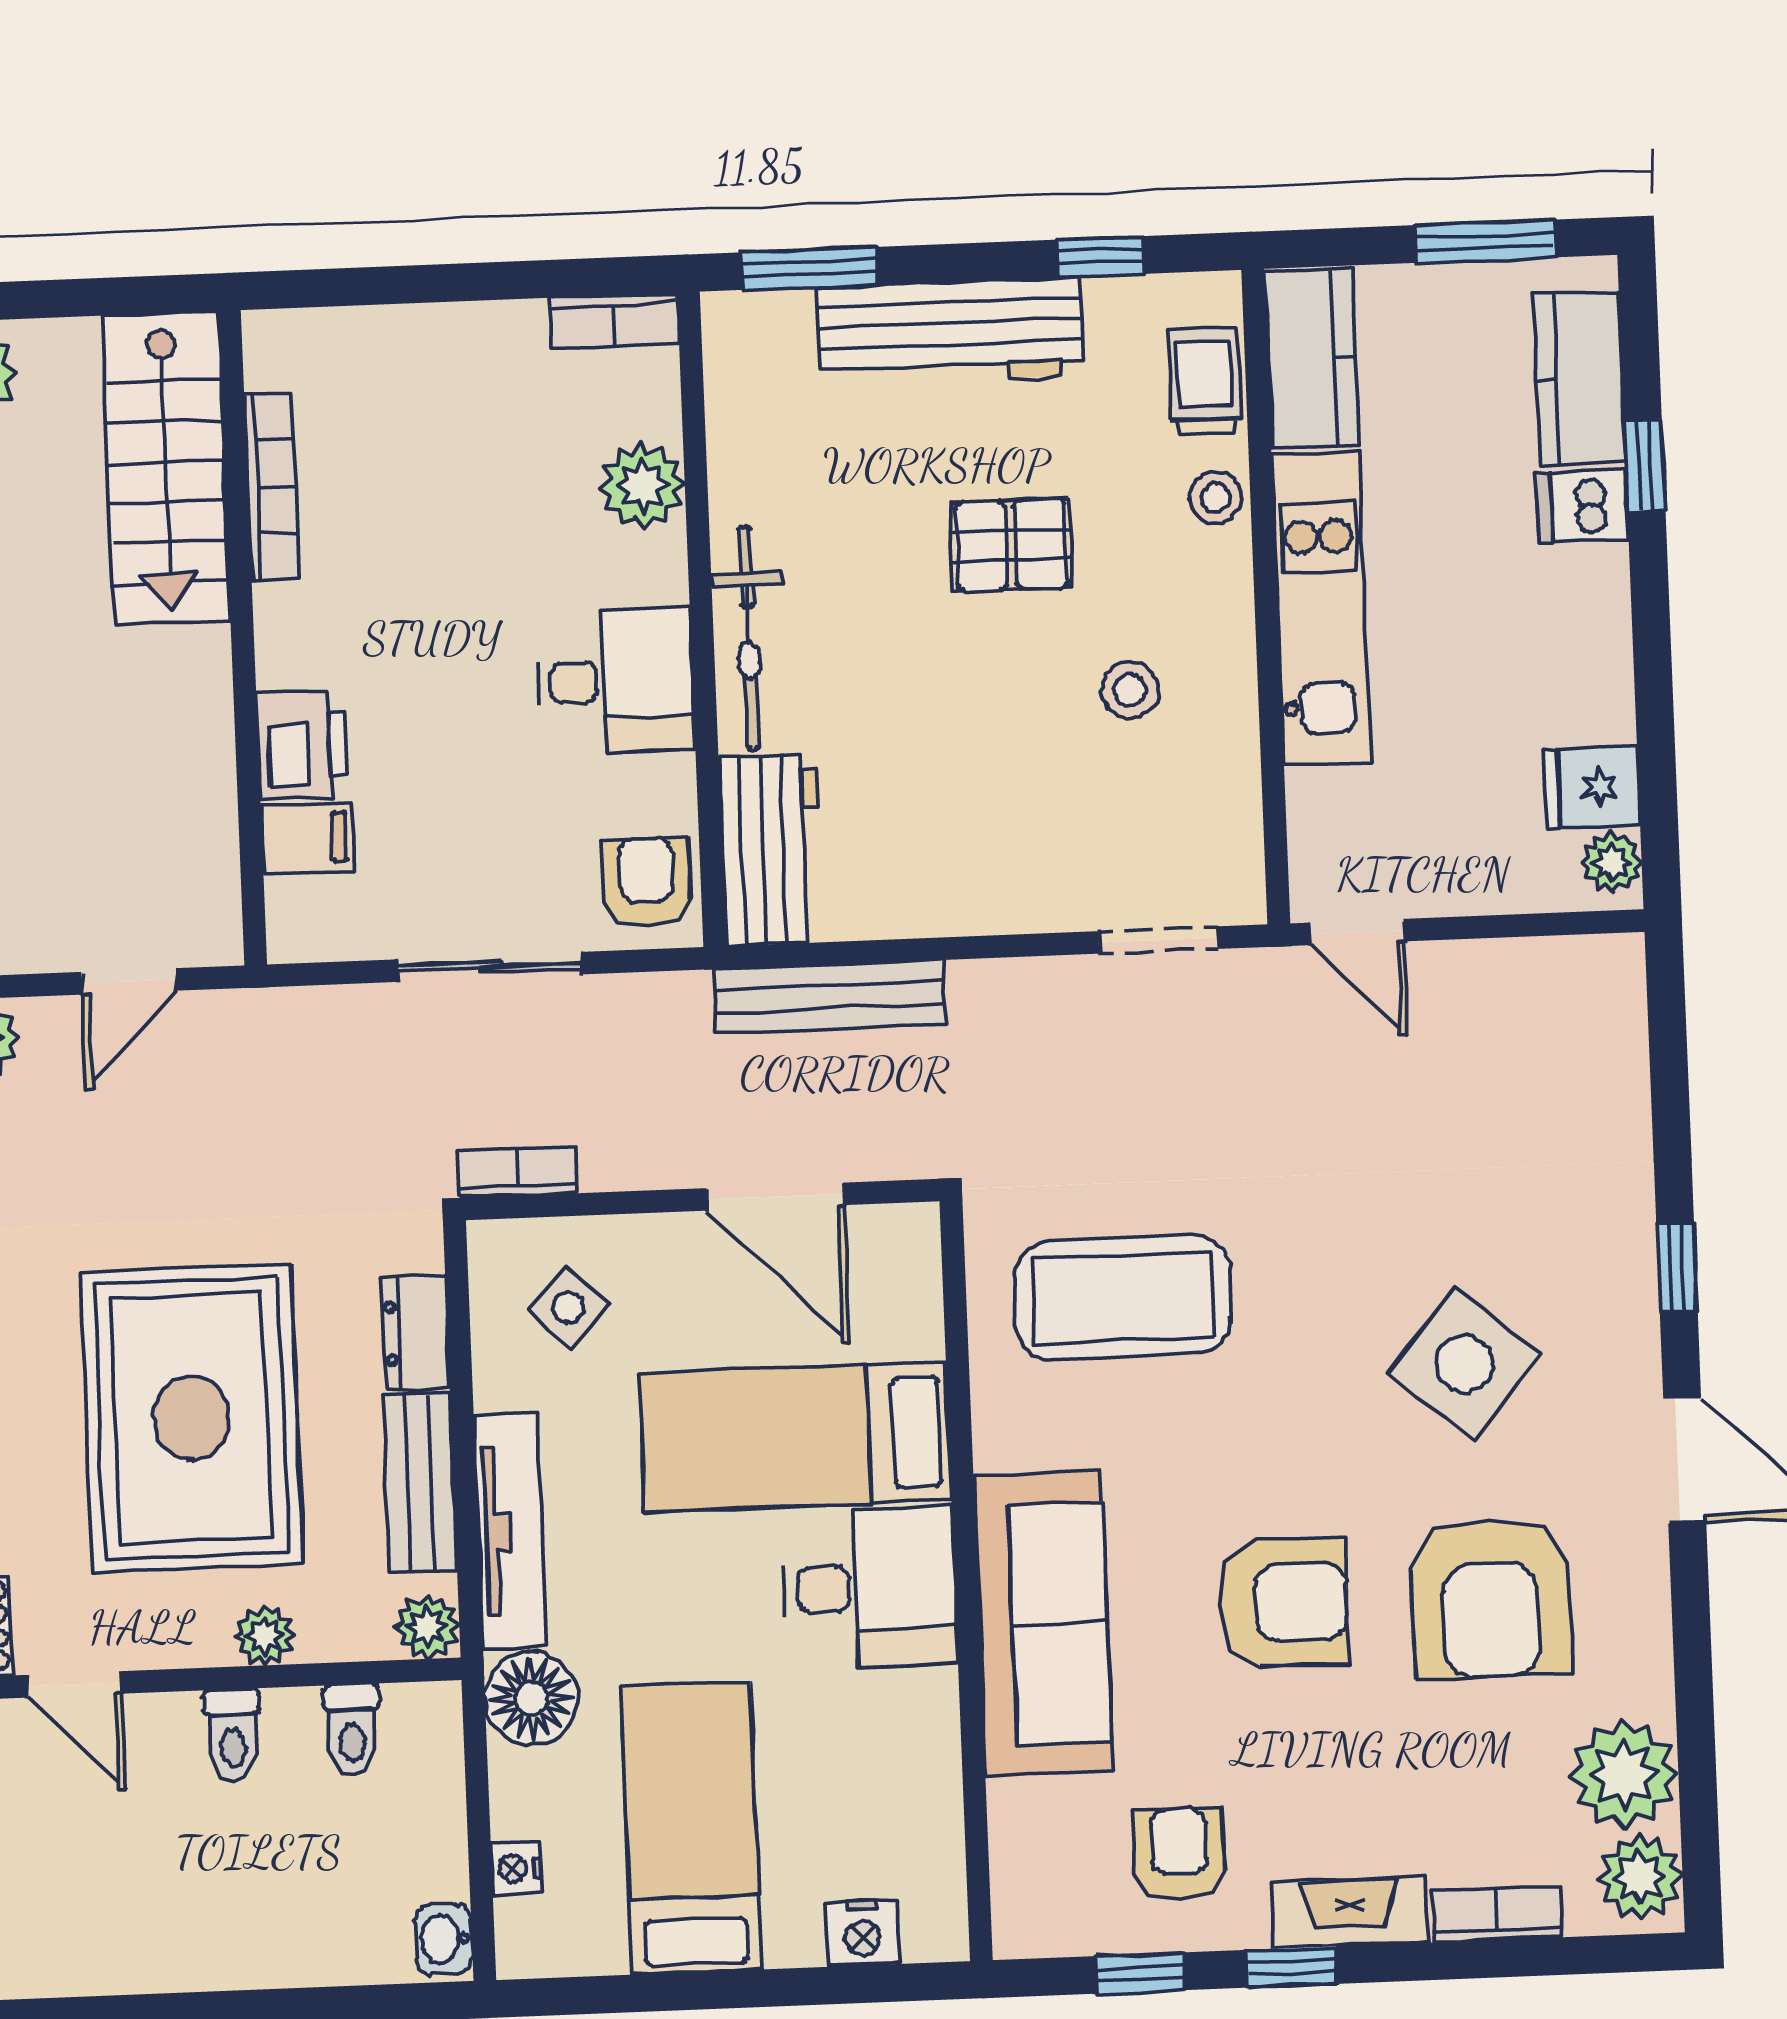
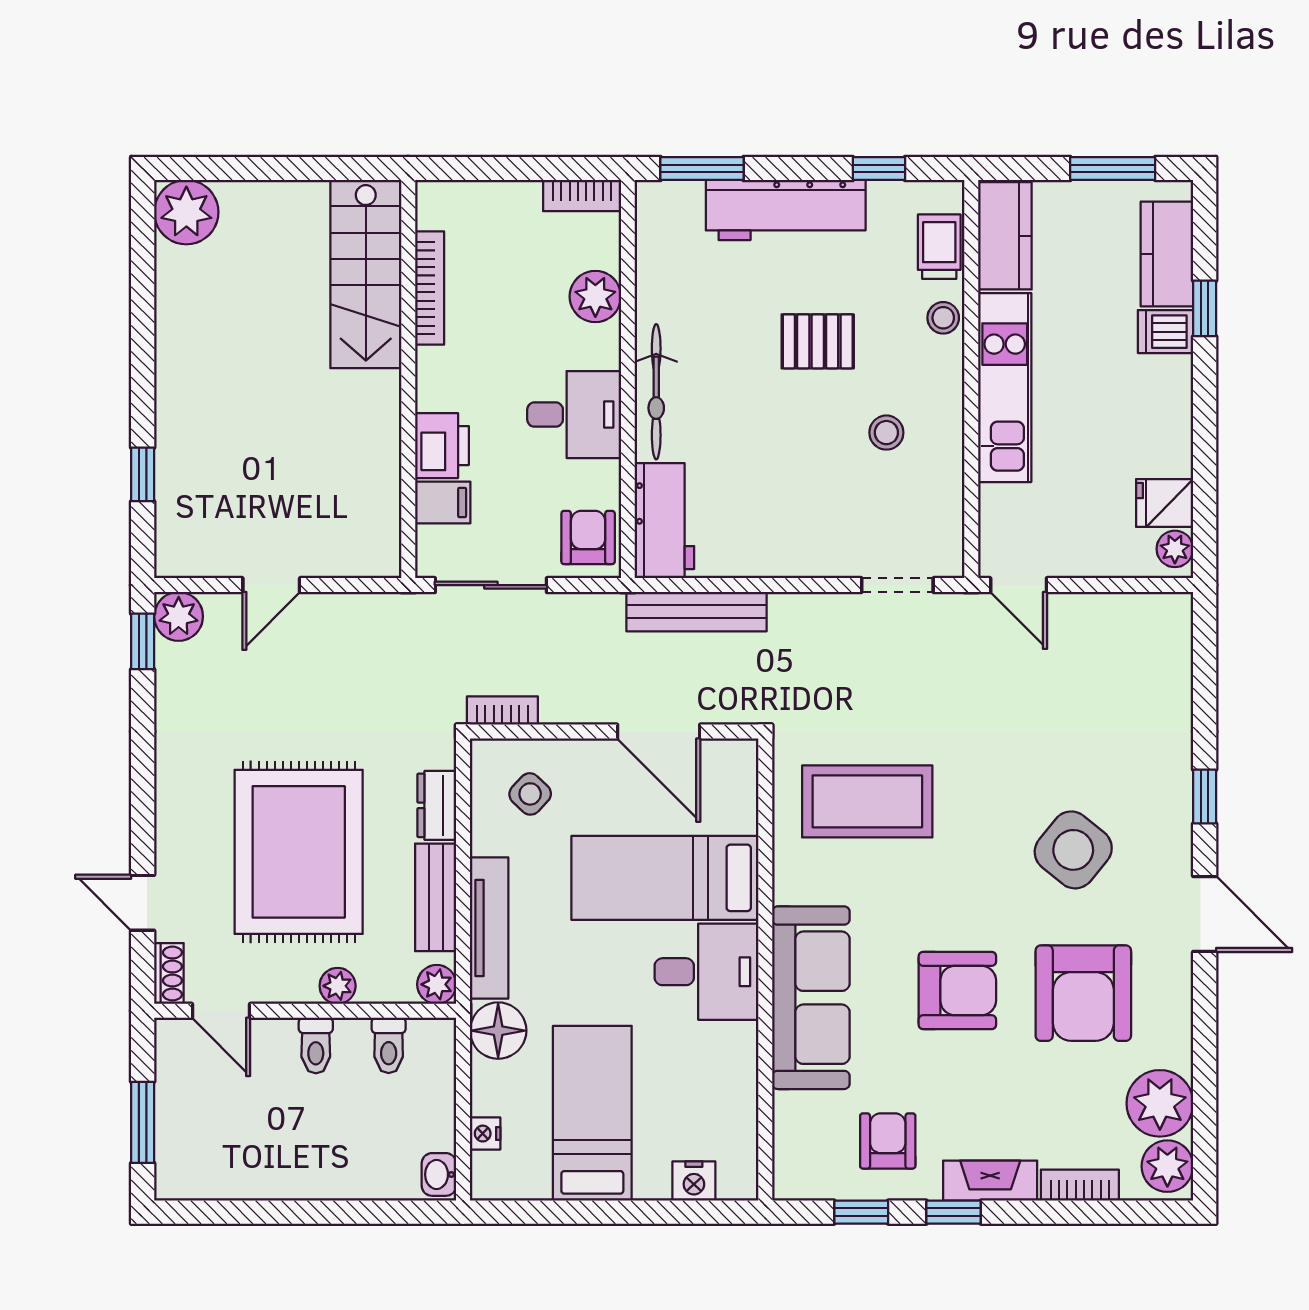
stairs: (166, 468) -> (366, 274), moved
bookcase: (272, 487) -> (430, 288), moved
wall: (243, 638) -> (408, 379), moved
printer: (302, 745) -> (442, 446), moved
filing cabinet: (308, 838) -> (443, 502), moved

